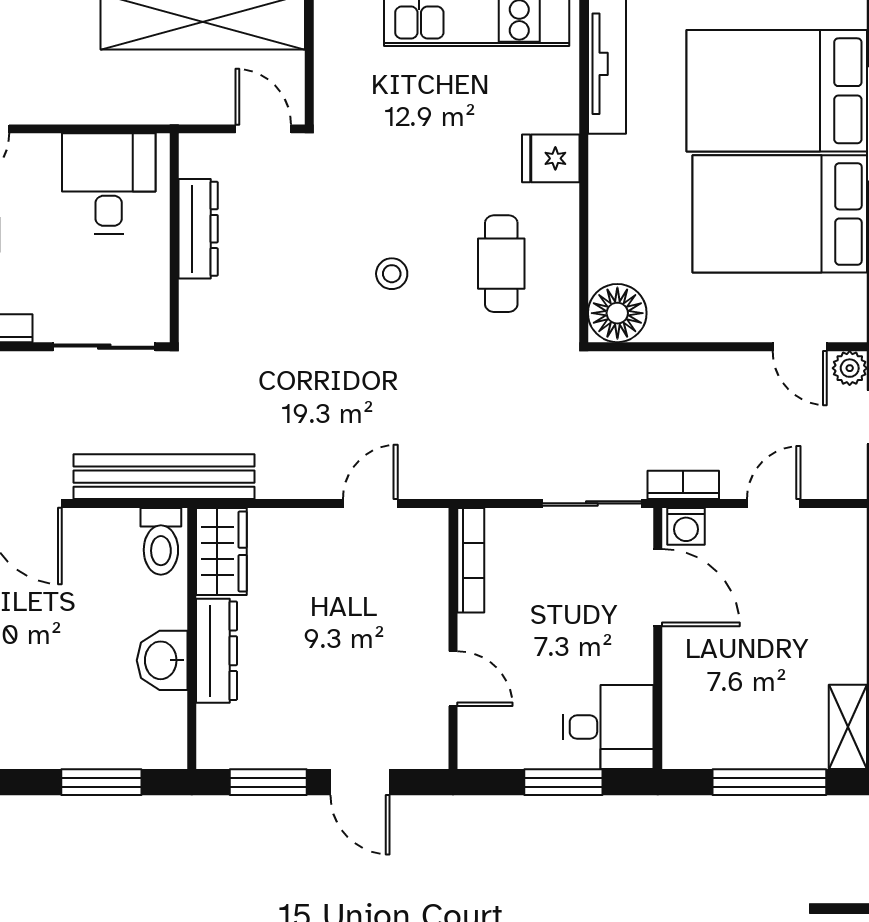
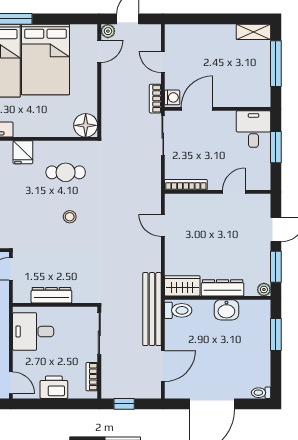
plant: (212, 753) -> (264, 289), added

